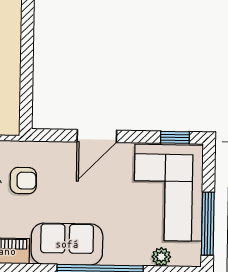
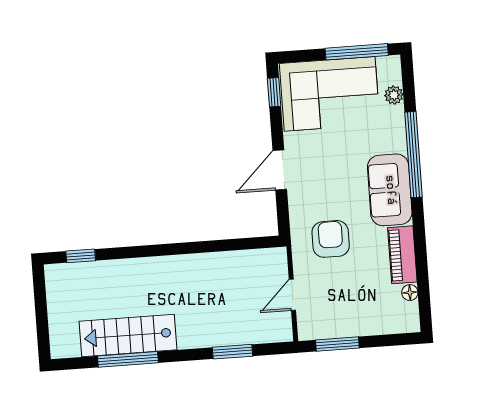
door: (97, 136) -> (280, 170), swing flipped
armchair: (23, 181) -> (331, 239), width x1.38, depth x1.38

